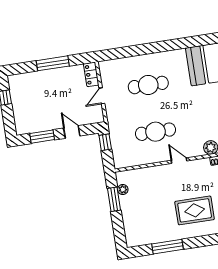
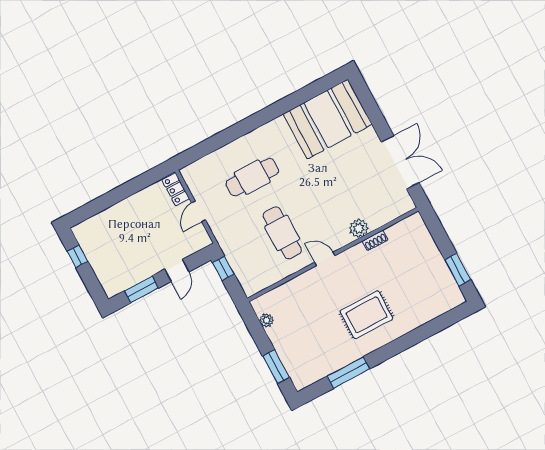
window: (53, 63) -> (122, 192), removed
door: (72, 132) -> (177, 270), swing flipped
cafe table: (155, 132) -> (282, 233), turned 90
window: (114, 199) -> (276, 367), moved

